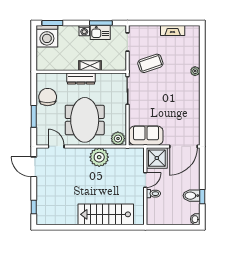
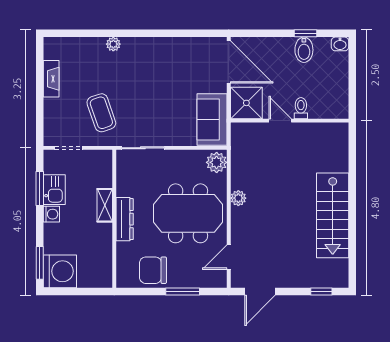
plant: (99, 157) -> (238, 198), width x0.53, depth x0.53
stairs: (106, 214) -> (333, 215), moved

